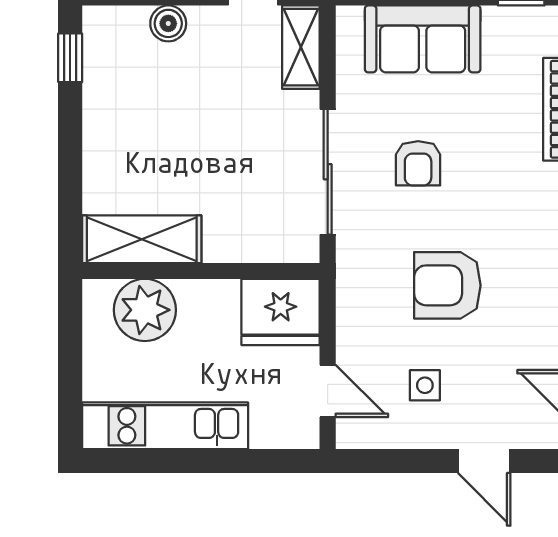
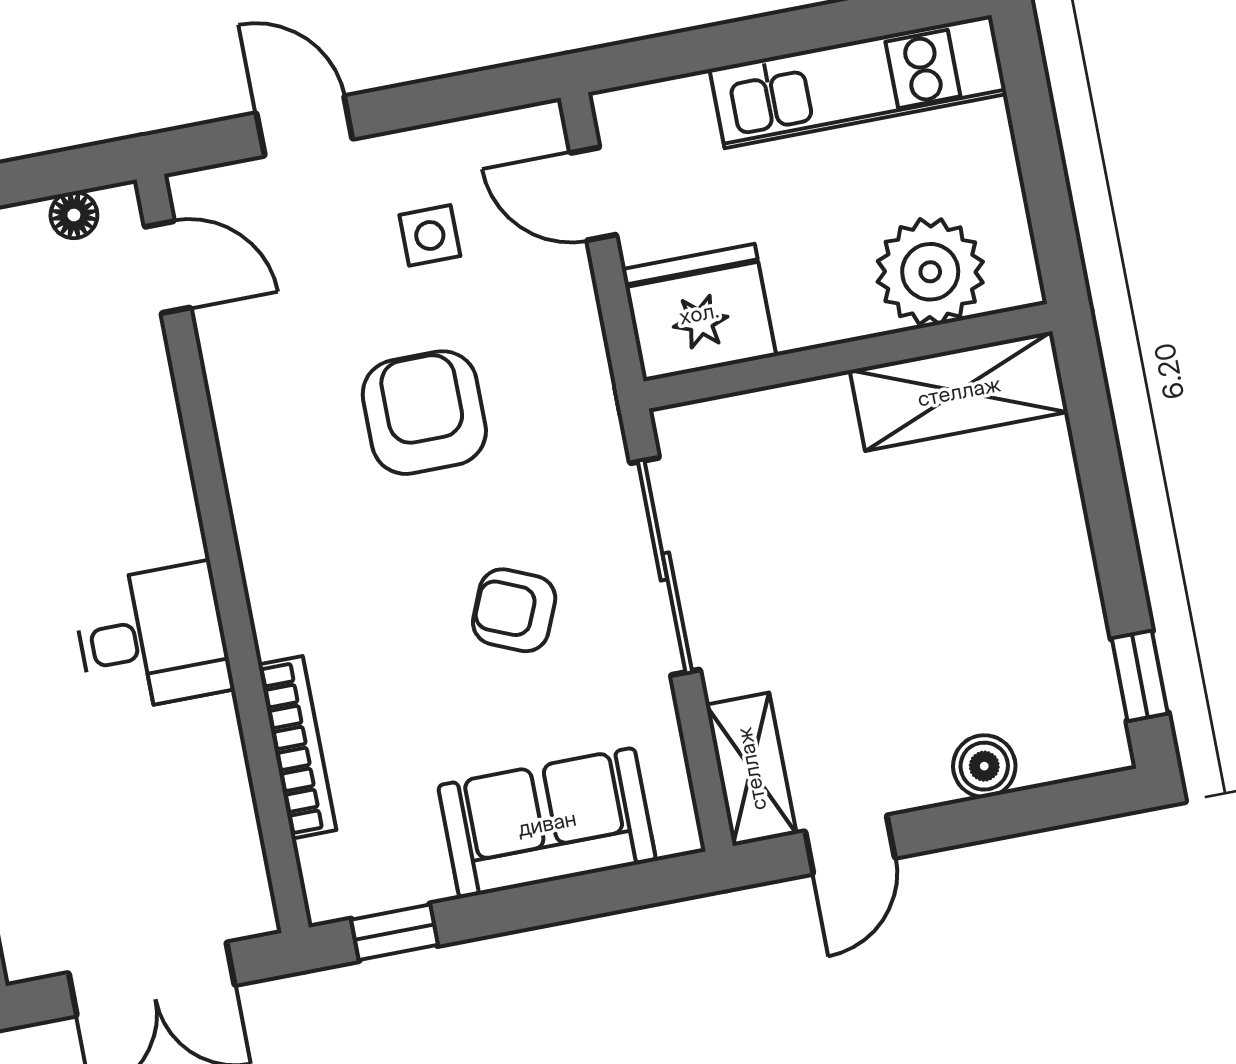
armchair: (418, 163) -> (514, 610), turned -67
armchair: (447, 285) -> (424, 413), turned -90

